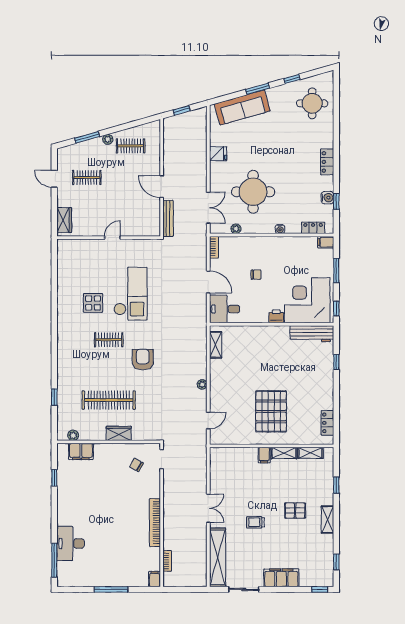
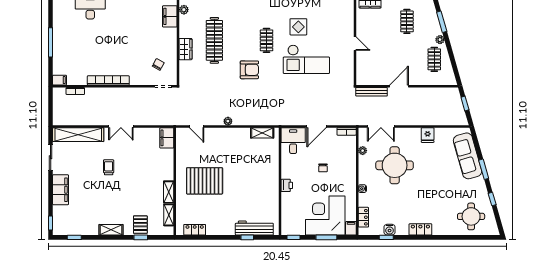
corner desk: (307, 300) -> (325, 216), moved, turned -90
workbench: (312, 334) -> (254, 228), moved, turned 90
filing cabinet: (264, 455) -> (167, 138), moved, width x2.00
pallet: (295, 511) -> (140, 225), moved

